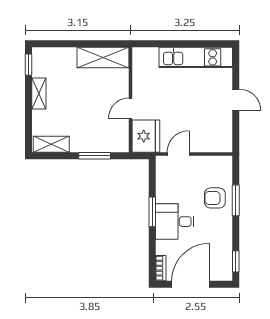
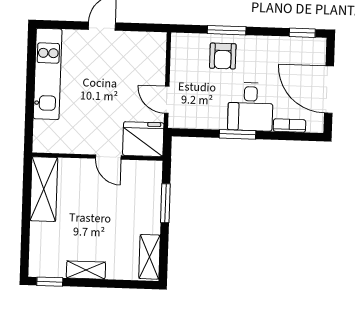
bookcase: (161, 268) -> (289, 126), moved

